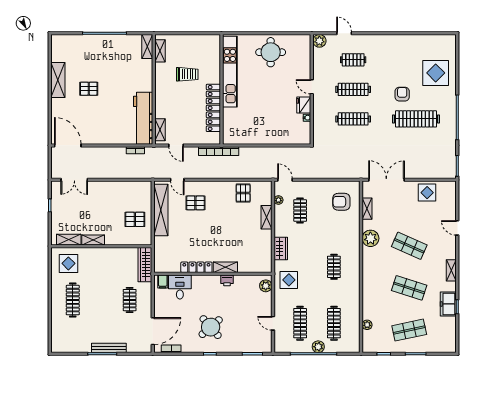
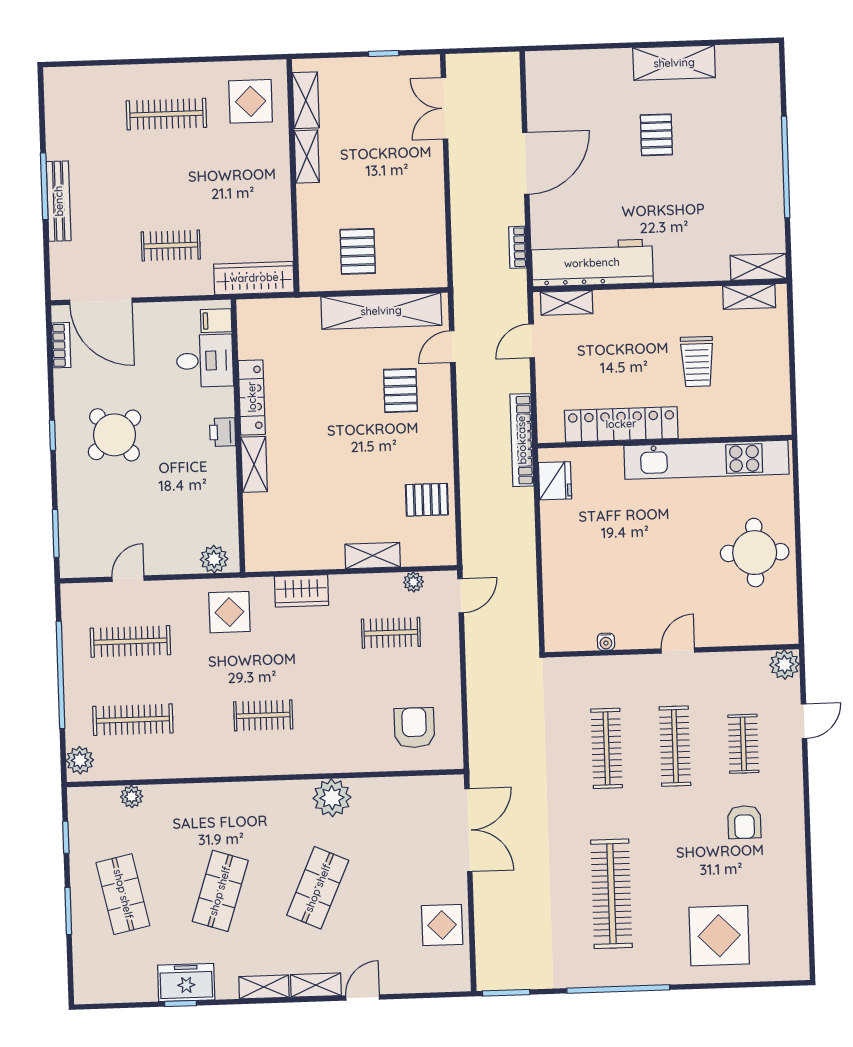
armchair: (402, 94) -> (744, 822), moved, turned 90
fridge: (304, 105) -> (555, 481), moved, turned 90
door: (68, 145) -> (526, 163), moved
shelving: (367, 209) -> (316, 985), moved
printer: (227, 280) -> (223, 432), moved
plant: (318, 347) -> (80, 760), moved

